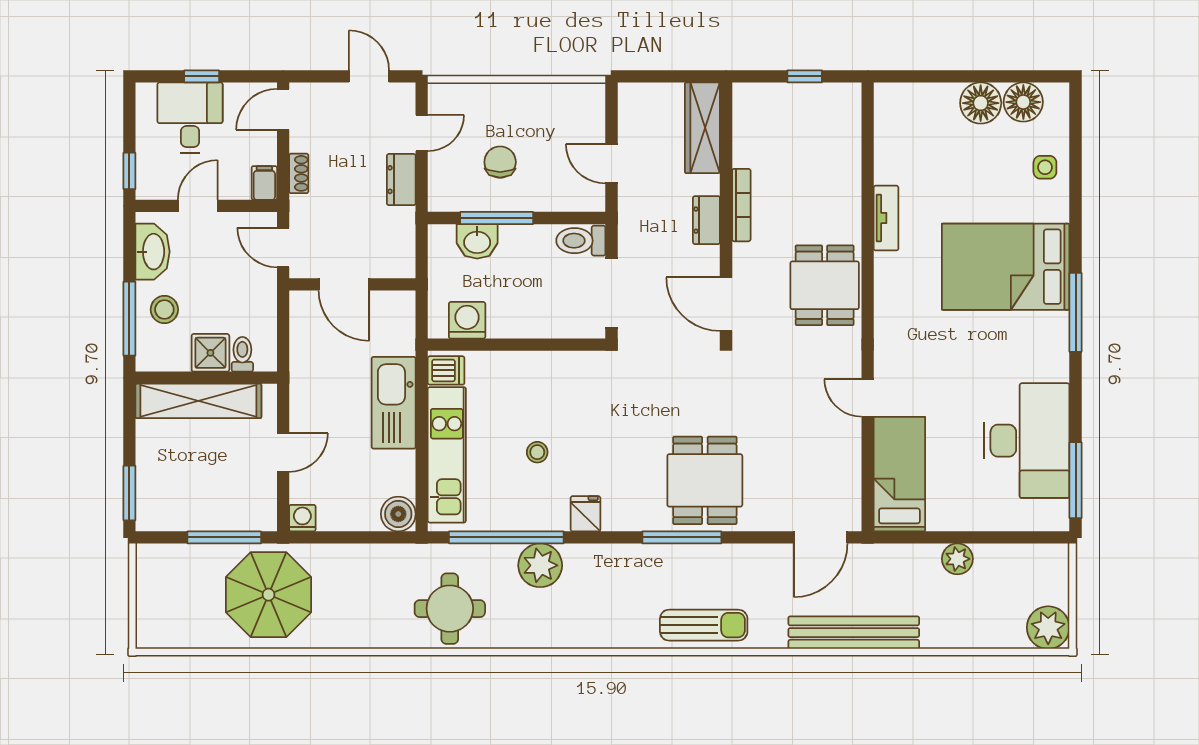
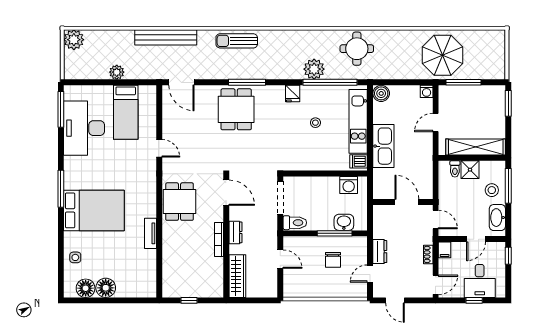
bed: (899, 474) -> (126, 112), moved
door: (821, 537) -> (181, 82), swing flipped

